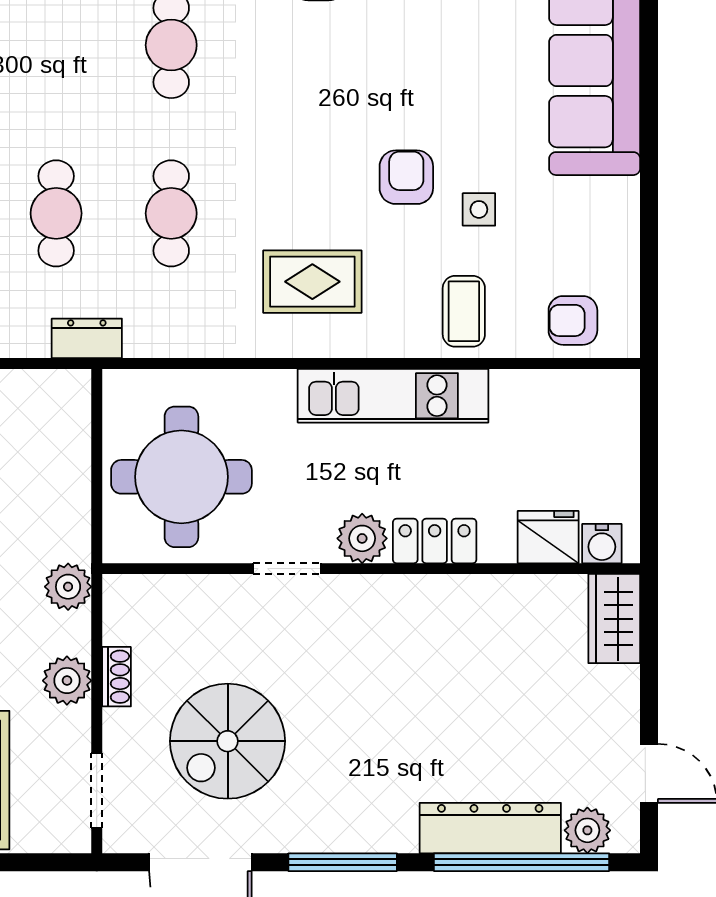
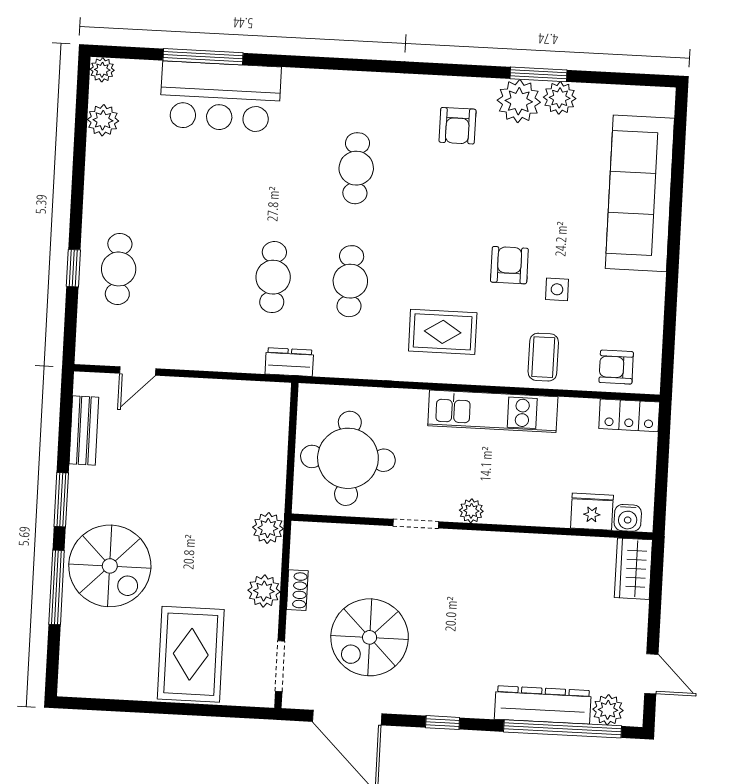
plant: (362, 538) -> (471, 511), width x0.73, depth x0.73
locker: (435, 541) -> (629, 415), moved, turned 180
window: (343, 862) -> (443, 723), width x0.46

